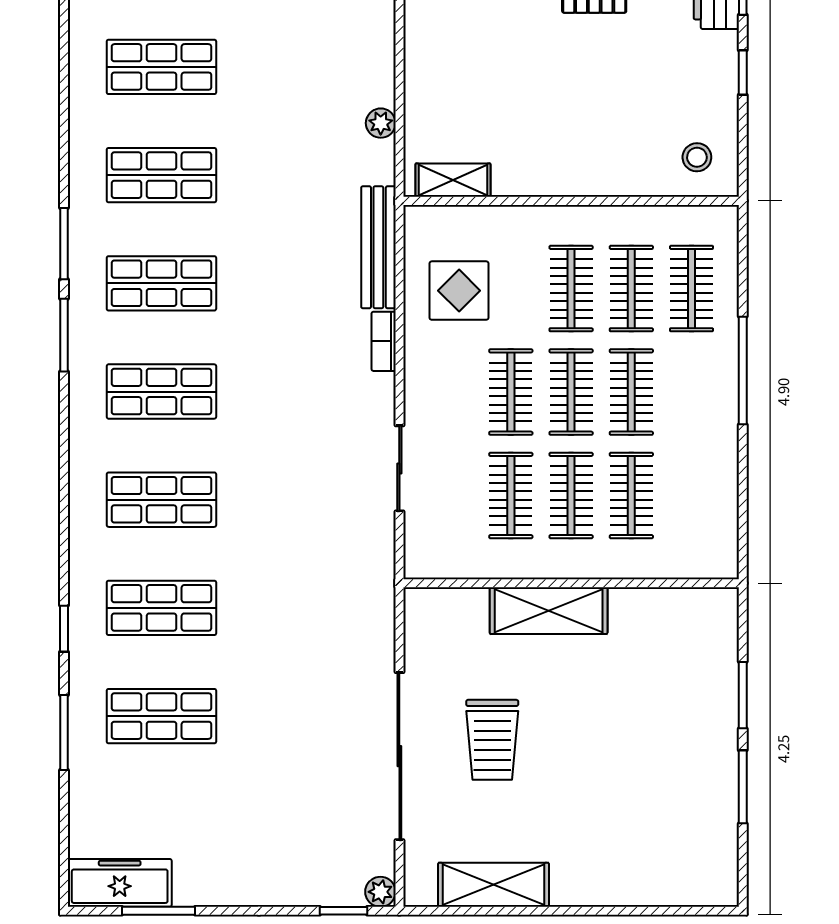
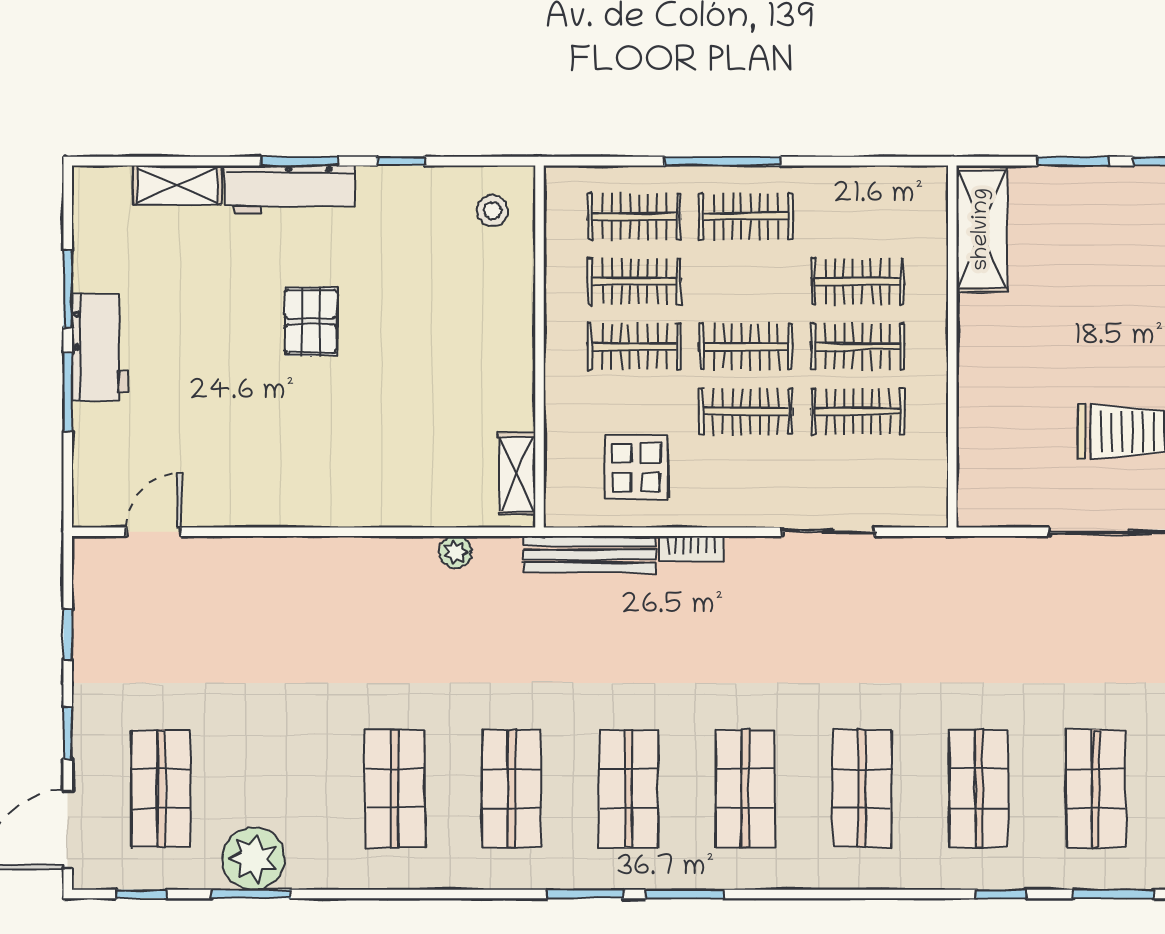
clothes rail: (631, 392) -> (746, 216), moved
shelving: (549, 611) -> (982, 229), moved

